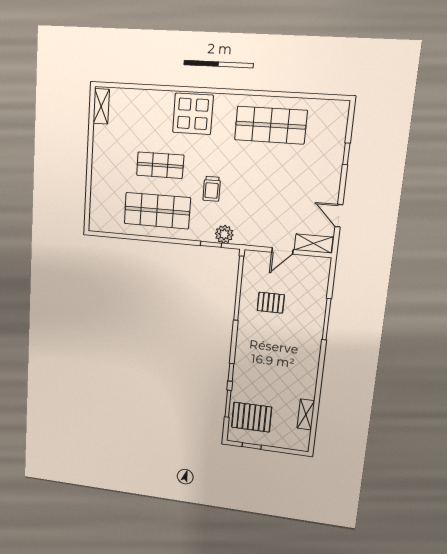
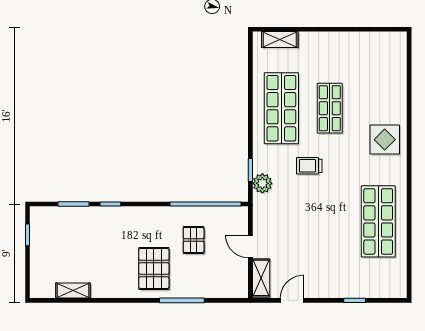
shelving: (101, 106) -> (280, 40), moved
display table: (193, 114) -> (385, 140), width x0.73, depth x0.73
pallet: (252, 417) -> (154, 269), moved

